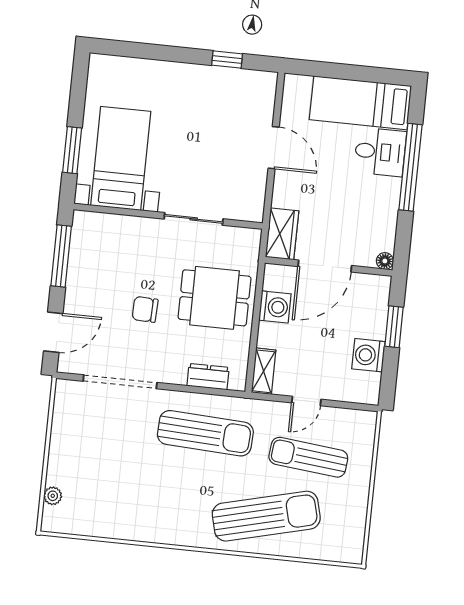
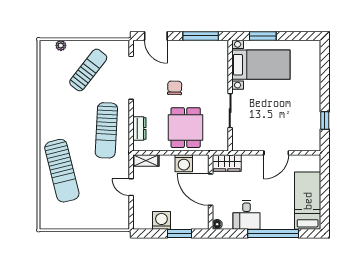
desk: (380, 152) -> (247, 215), moved
sun lounger: (308, 457) -> (88, 70), moved, turned 32

